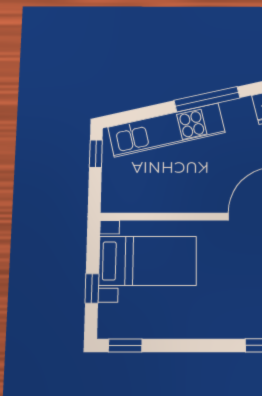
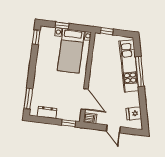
window: (207, 99) -> (140, 72), moved
window: (96, 154) -> (107, 31), moved

